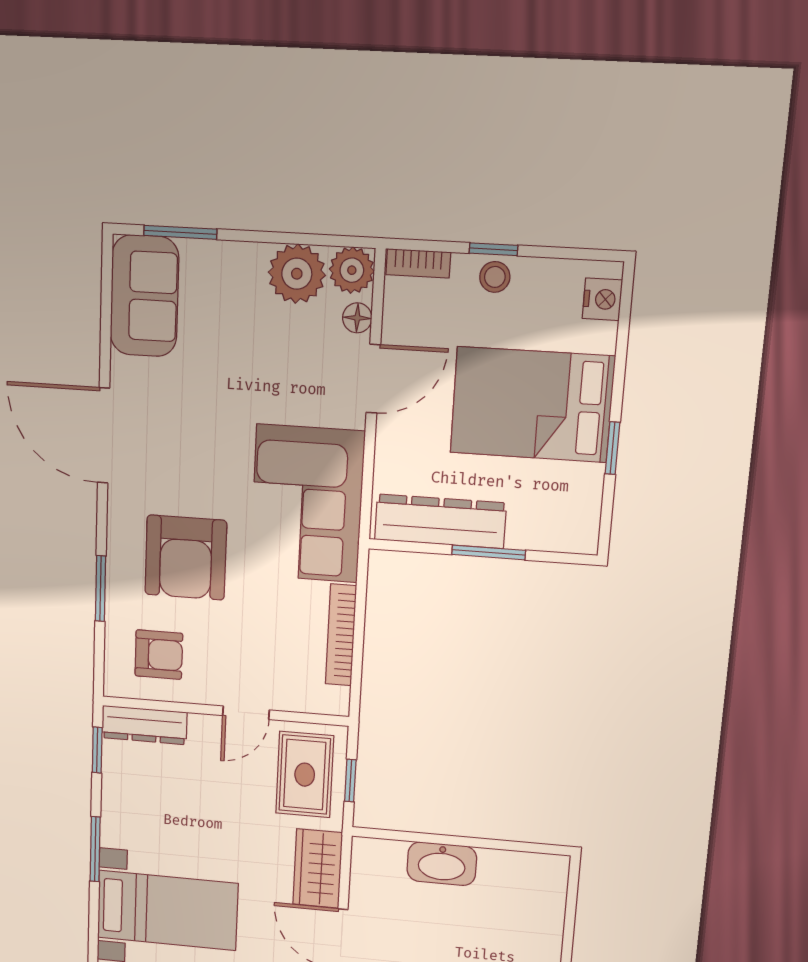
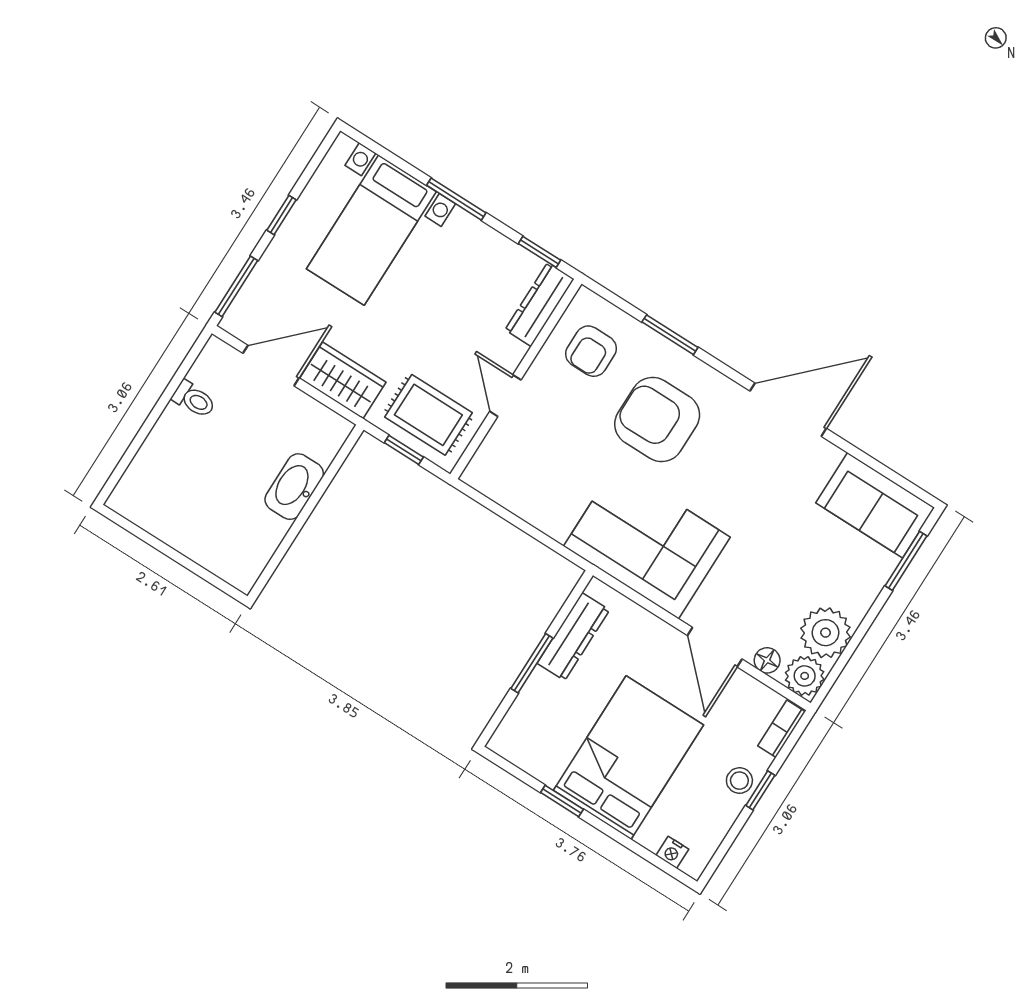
nightstand: (602, 299) -> (672, 852), width x0.72, depth x0.74
dresser: (440, 521) -> (573, 637), width x0.73, depth x0.80
bookcase: (341, 635) -> (528, 510), removed

